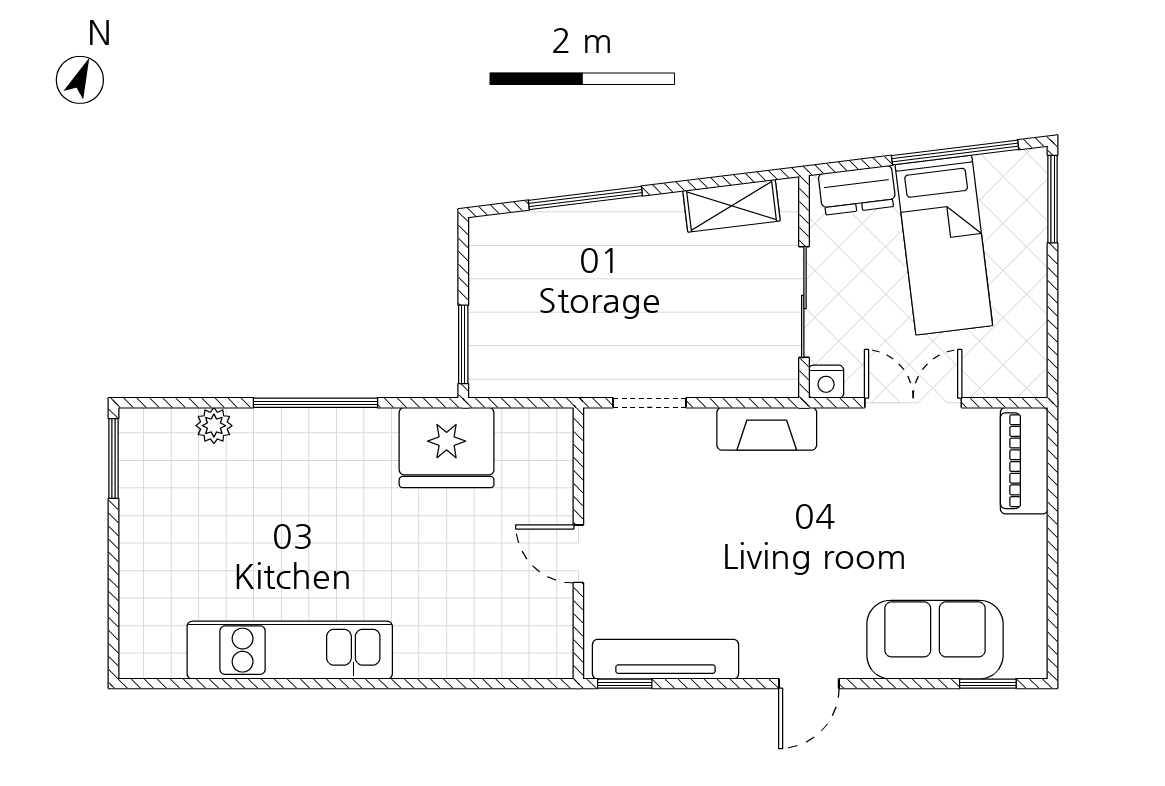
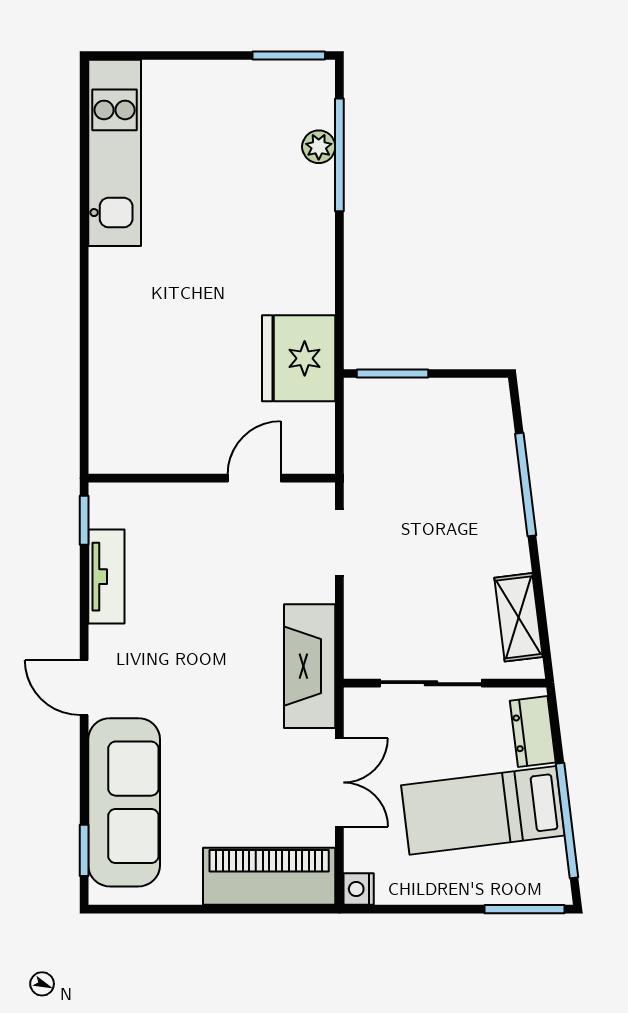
nightstand: (826, 382) -> (359, 889), moved
window: (315, 403) -> (339, 155), moved
fireplace: (767, 429) -> (310, 666), width x1.37, depth x1.32
piano: (1024, 461) -> (269, 876), width x1.37, depth x1.33
door: (578, 554) -> (254, 478), moved
sofa: (935, 640) -> (124, 802), width x1.36
kitchen unit: (290, 650) -> (115, 153), moved
tv unit: (665, 659) -> (106, 577), width x0.71

